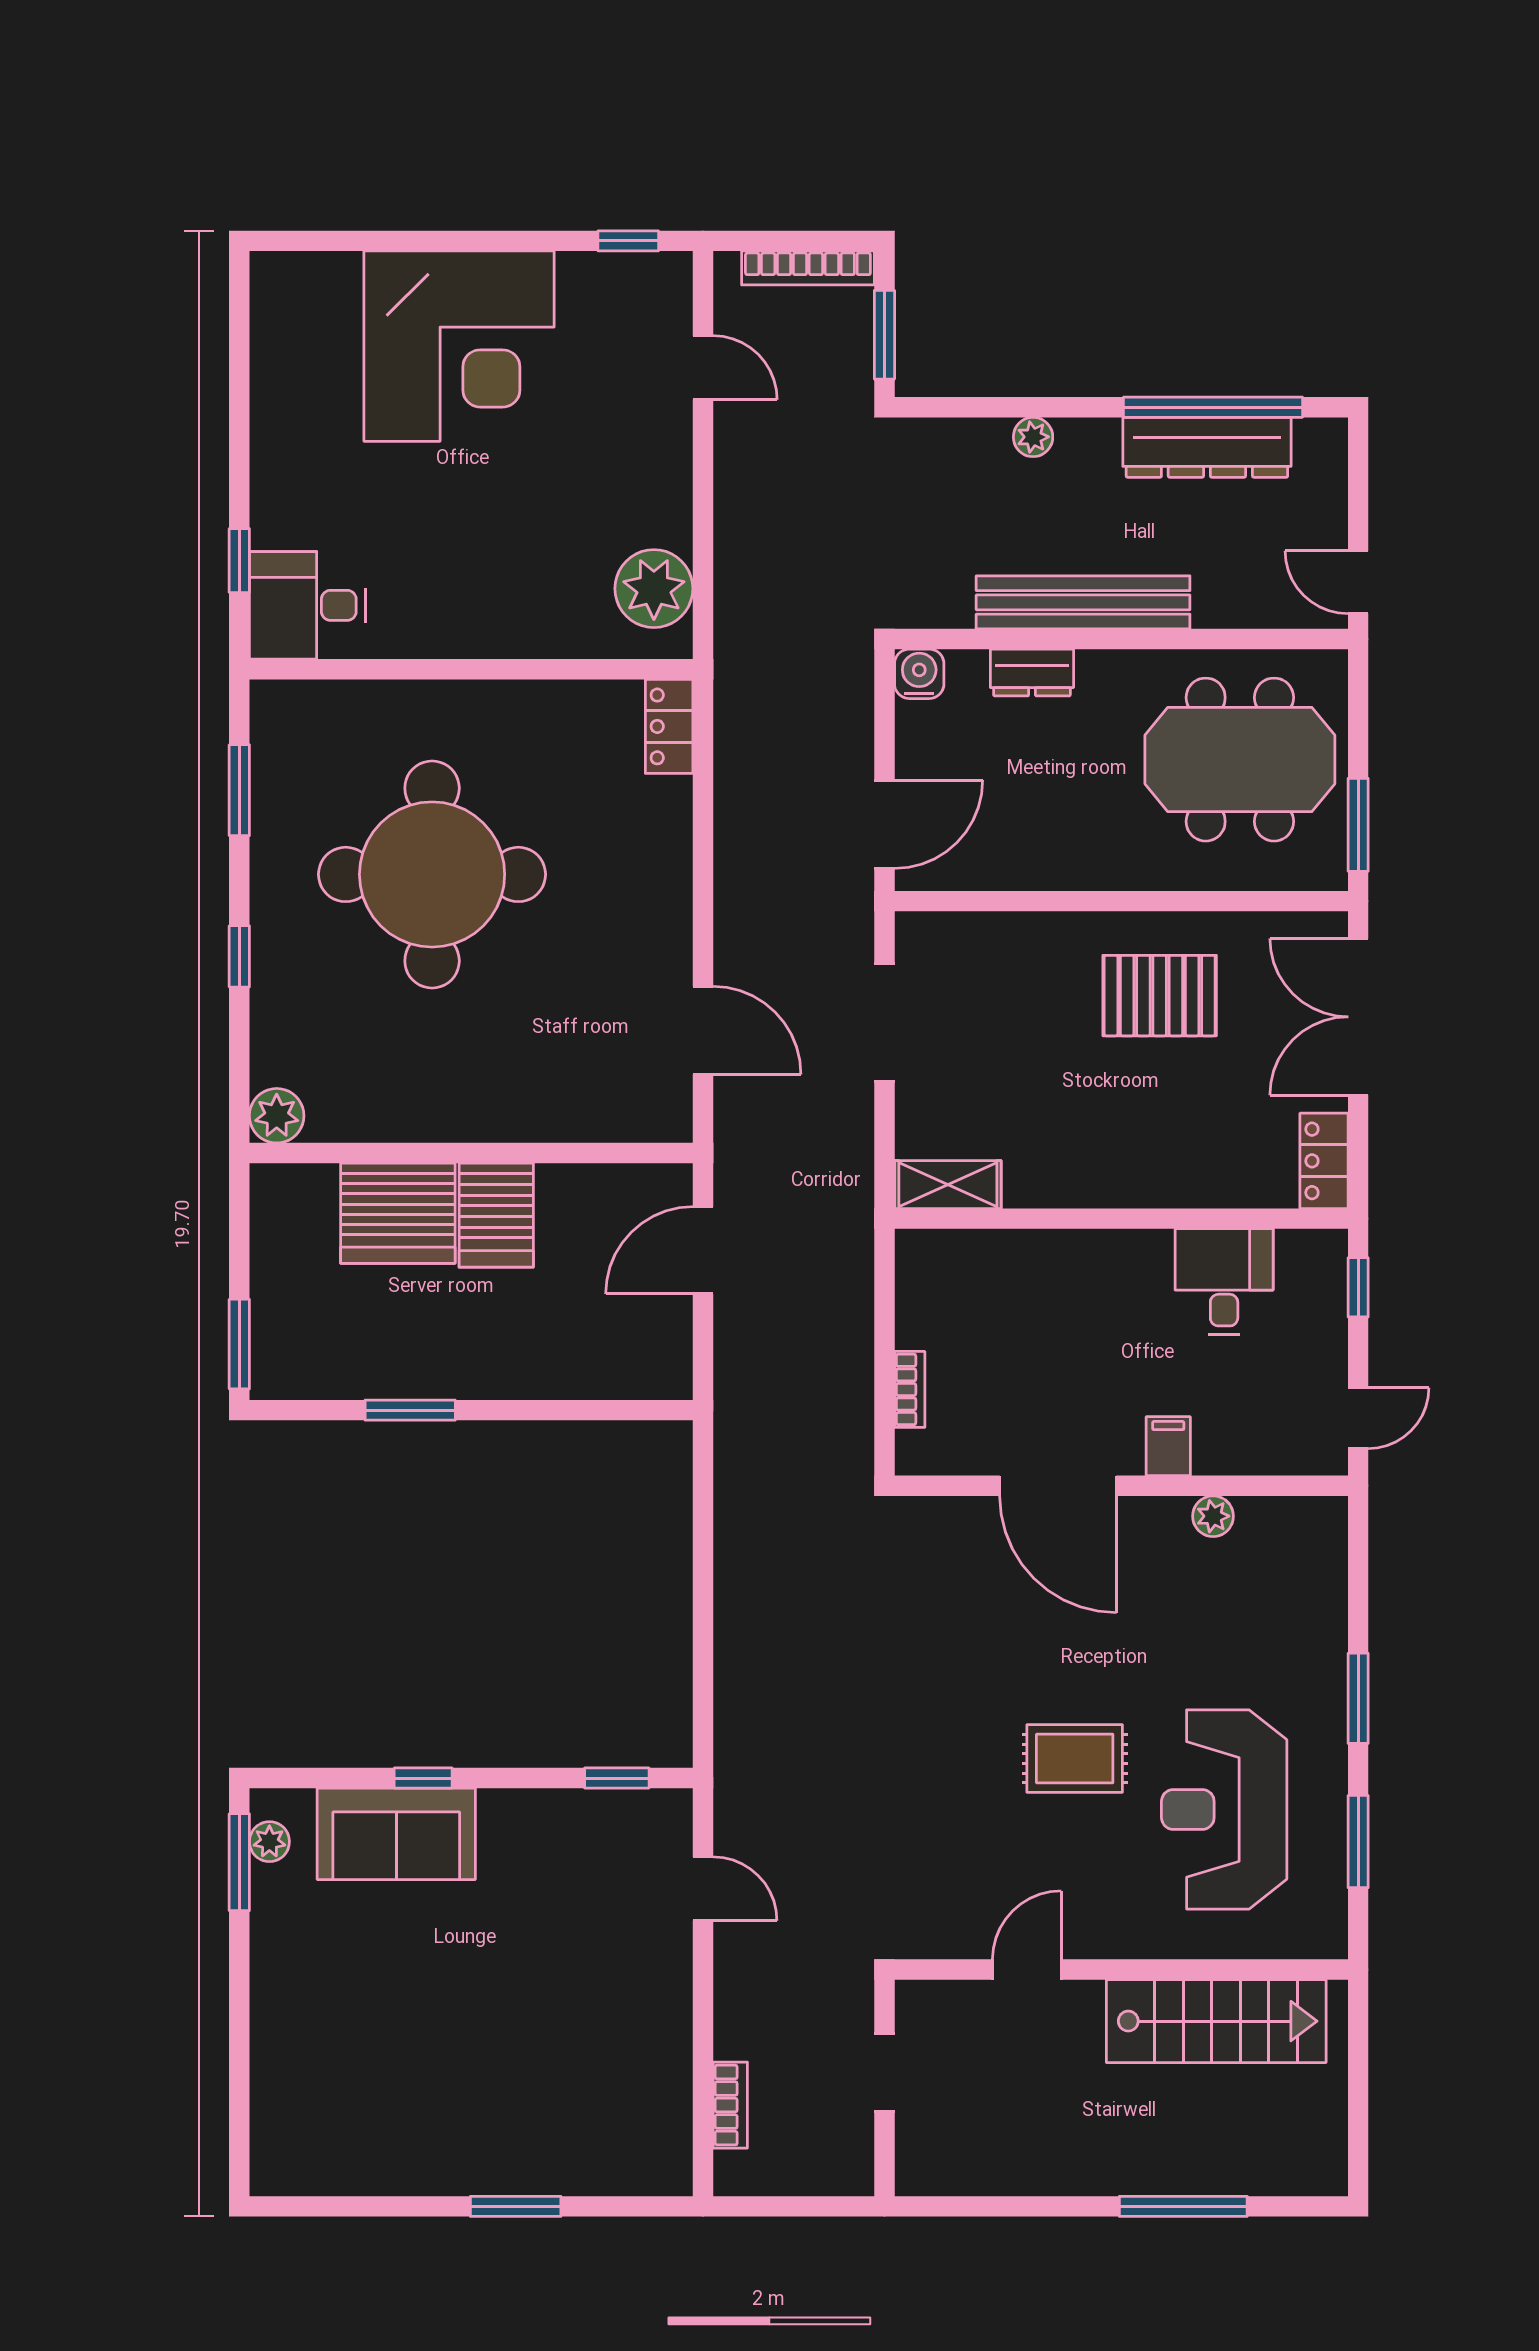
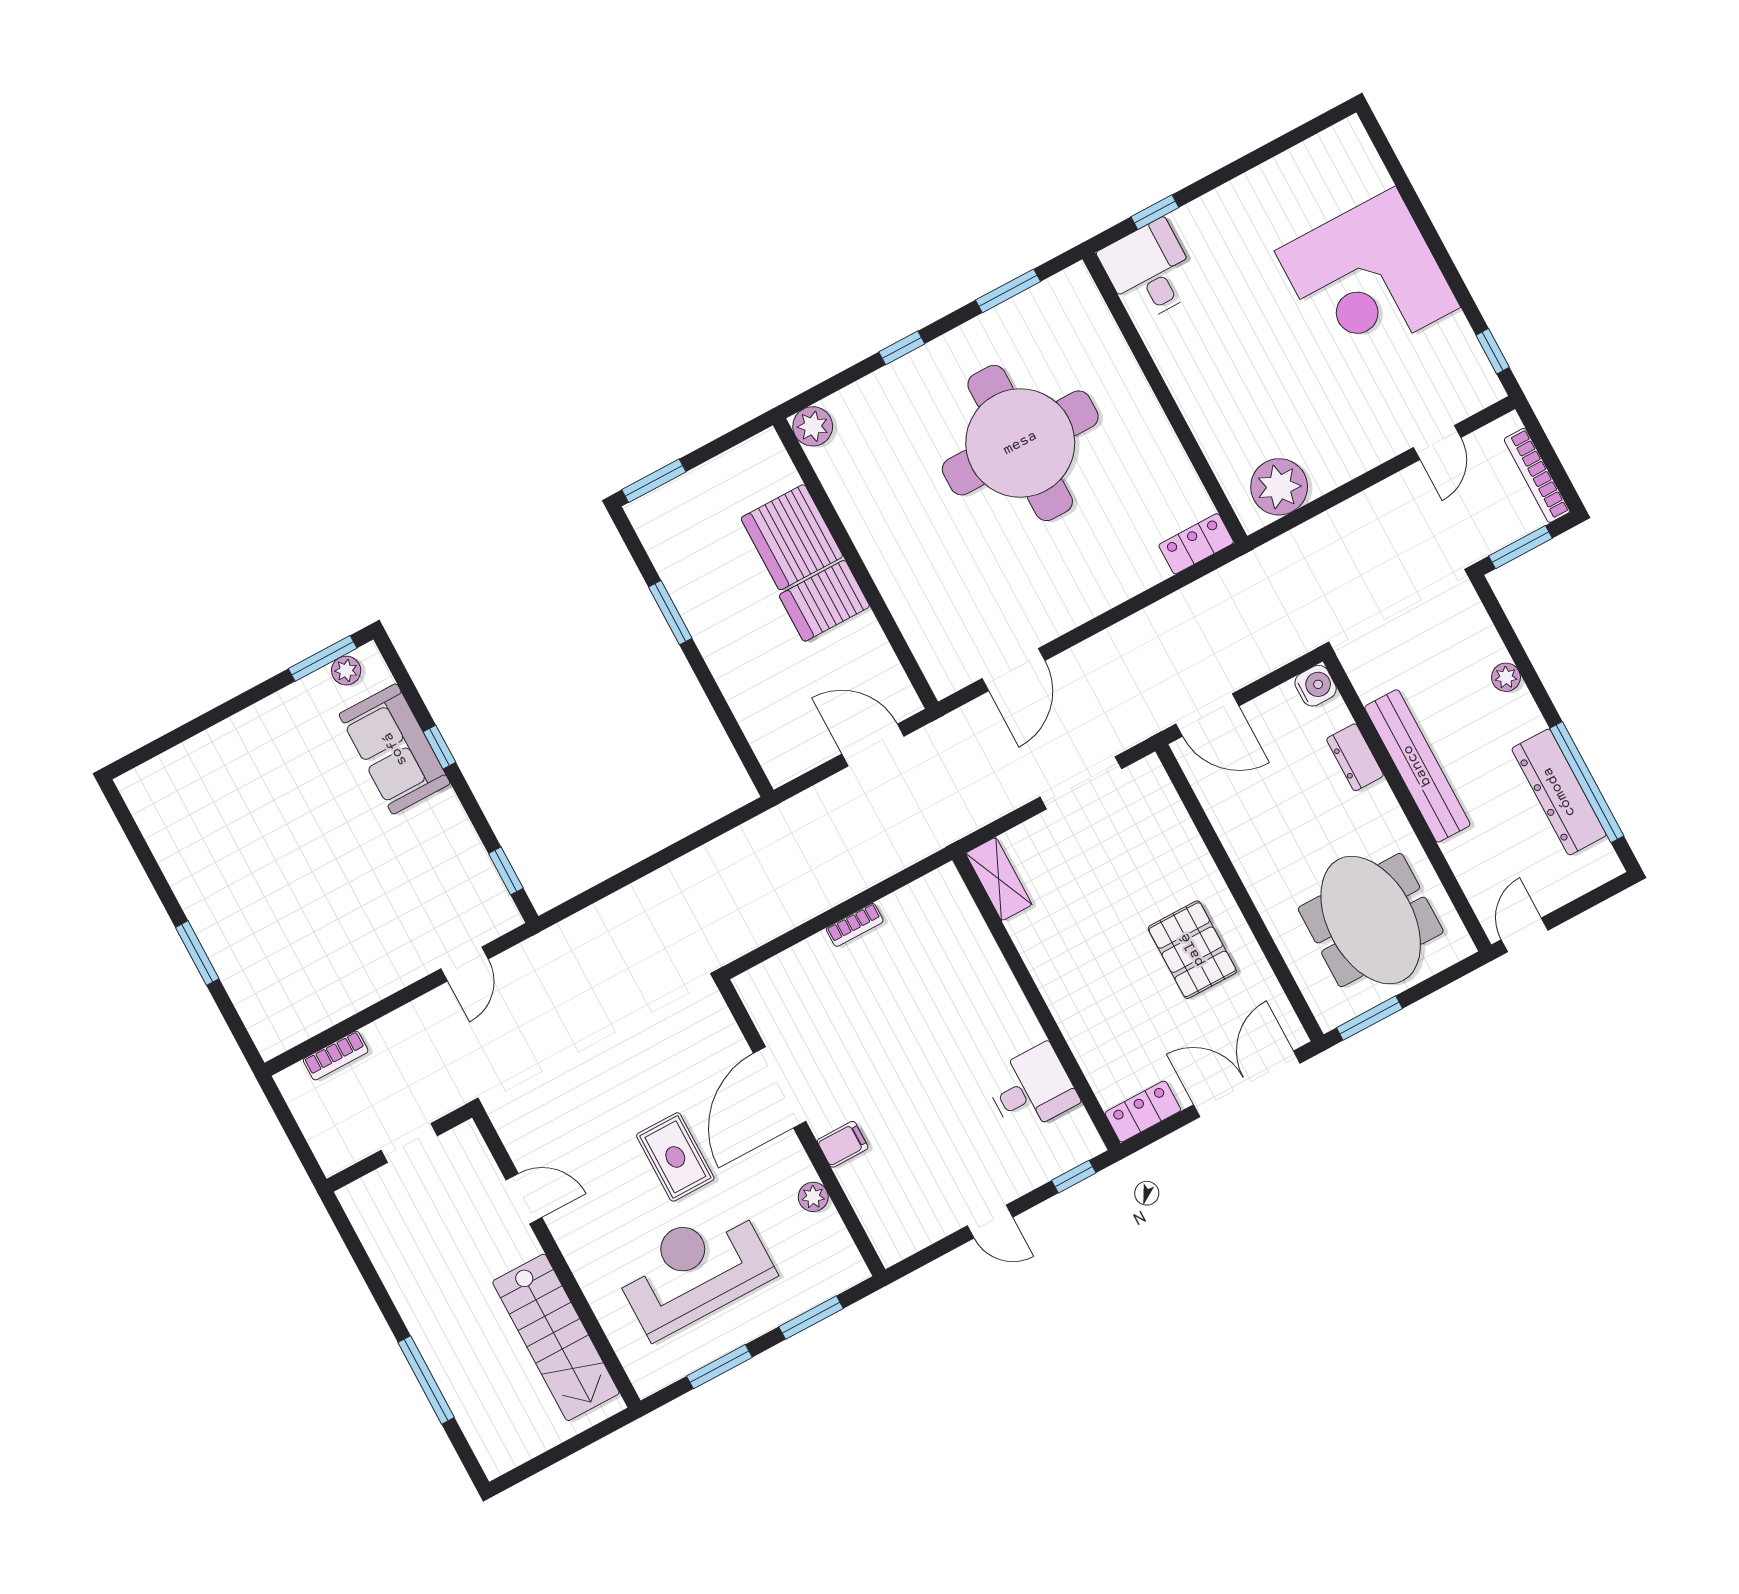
filing cabinet: (1168, 1446) -> (843, 1144), moved
door: (1058, 1486) -> (780, 1087), moved
wall: (1121, 1486) -> (801, 1128), moved
plant: (1213, 1516) -> (813, 1197), moved

